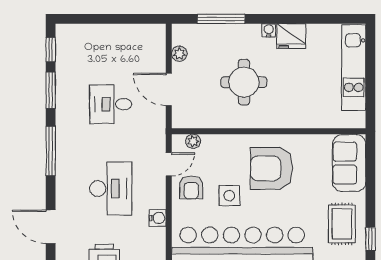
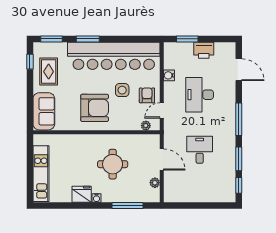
desk: (111, 104) -> (200, 150), turned -90

